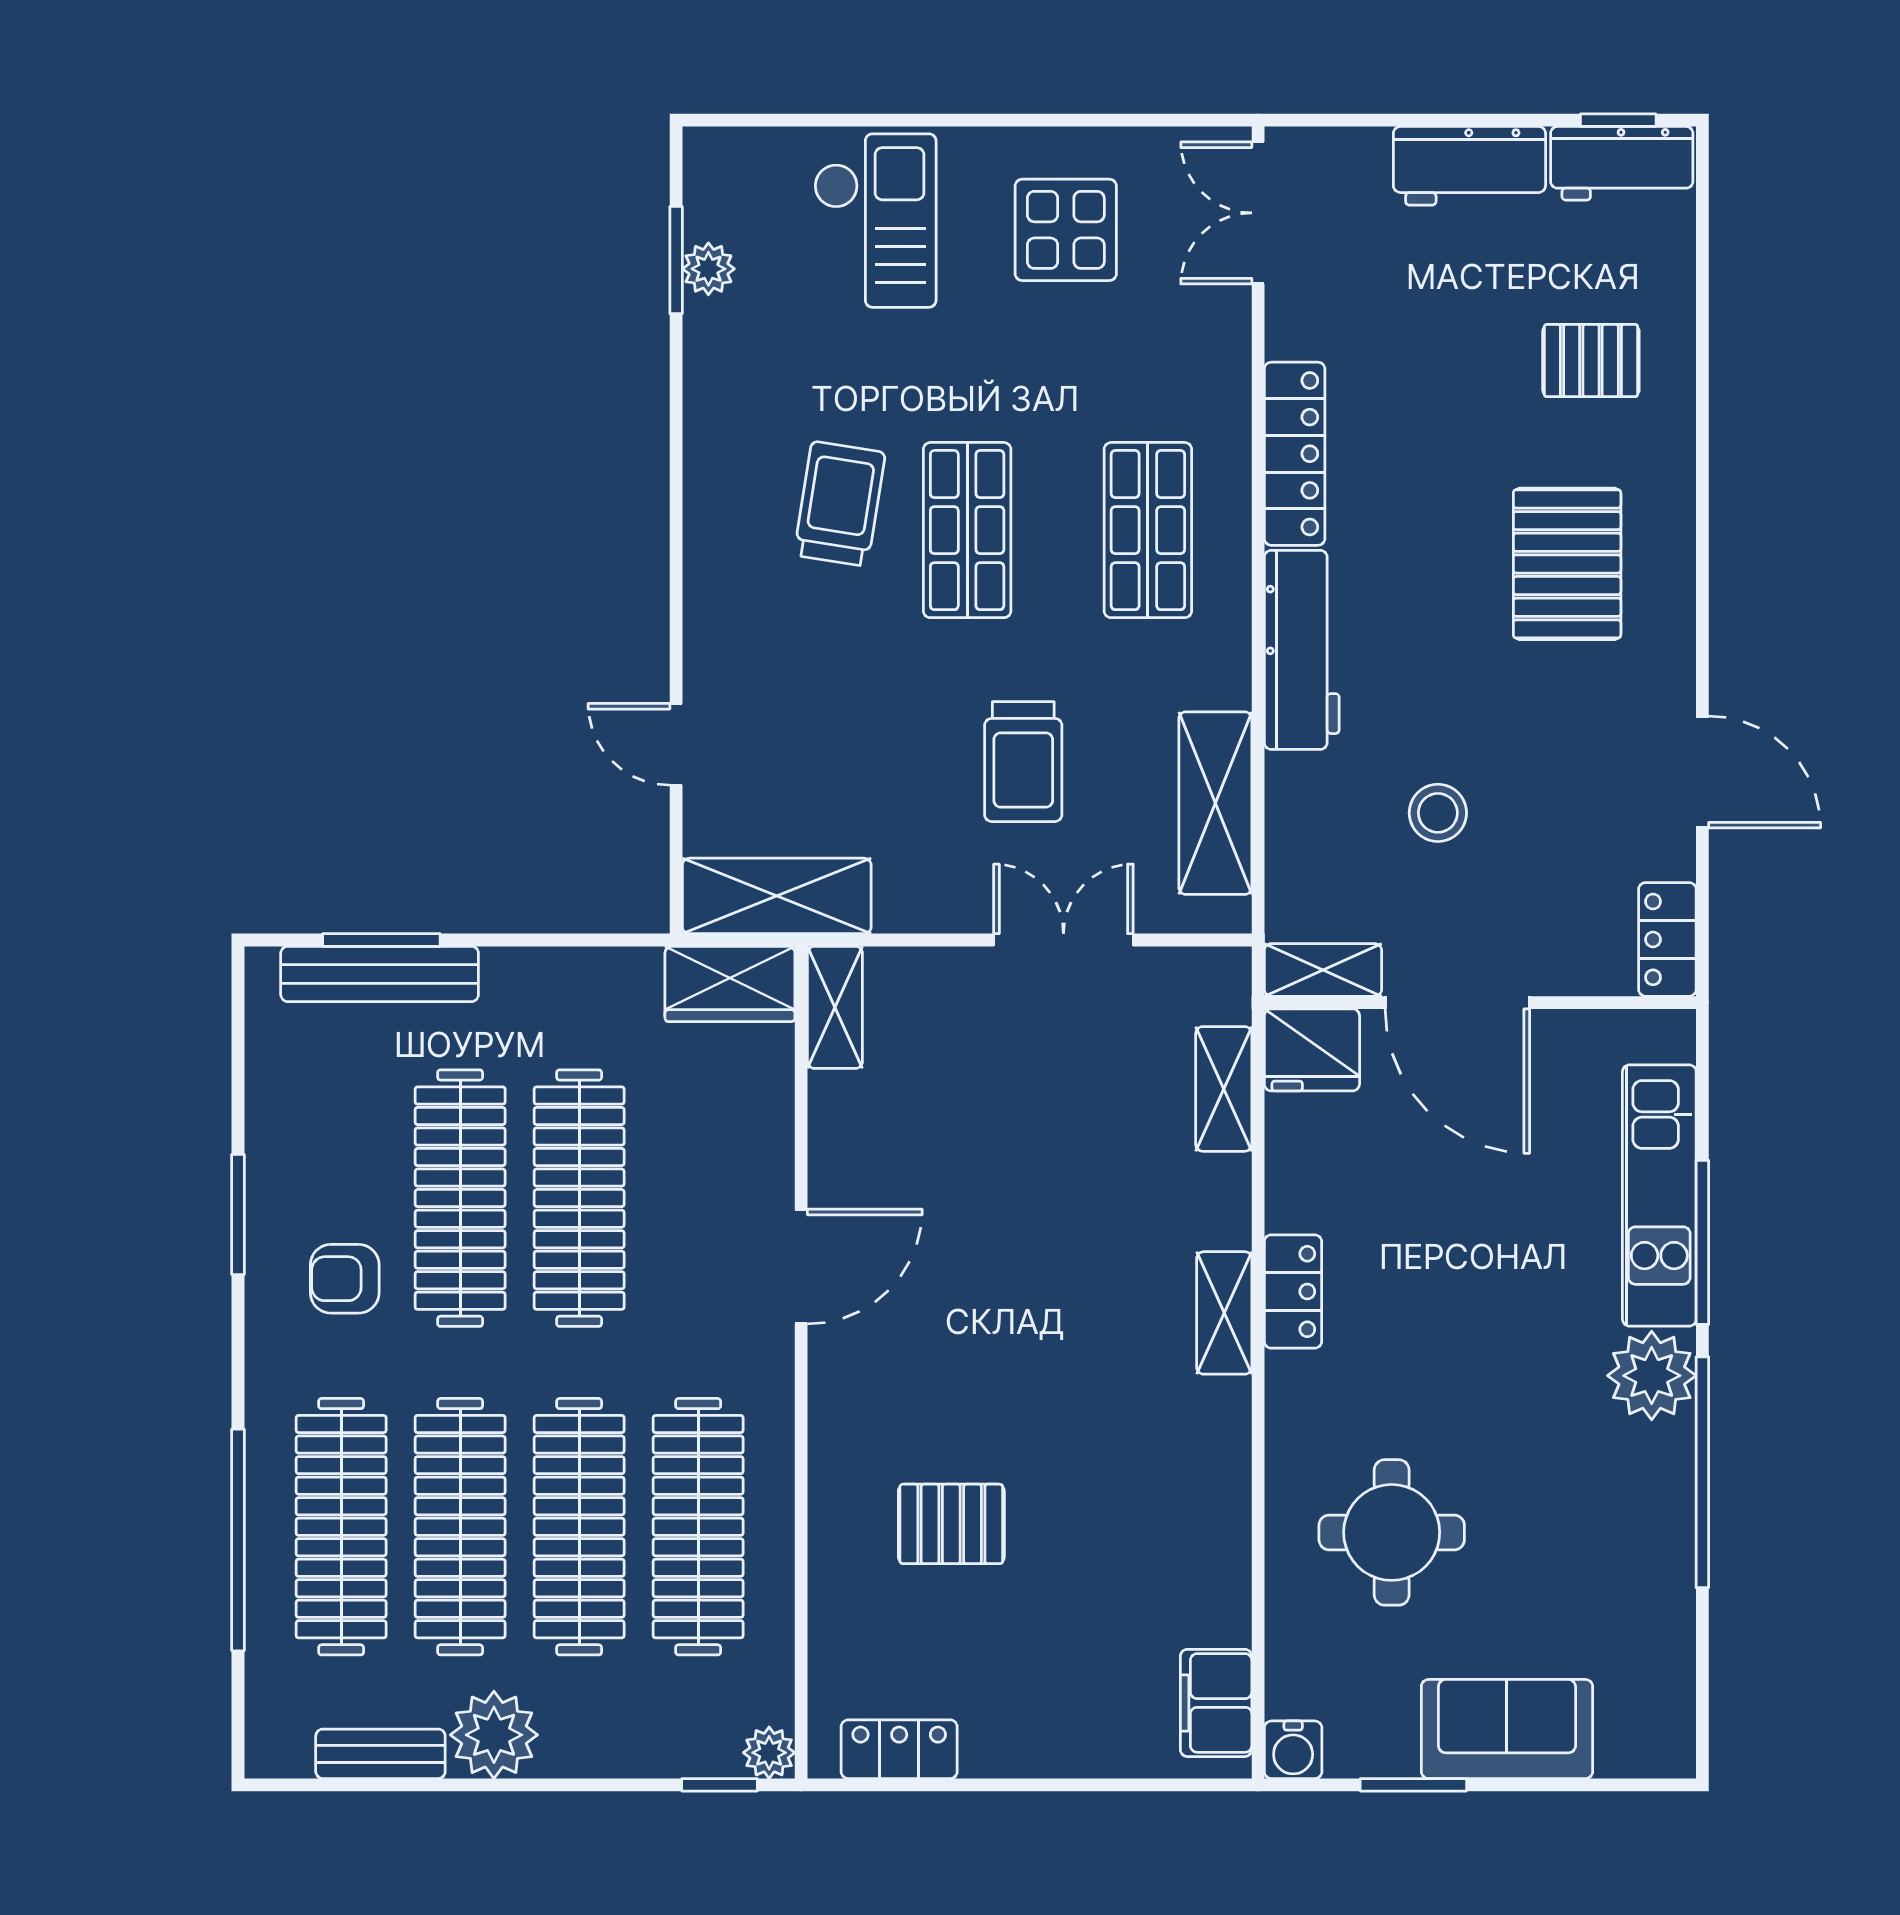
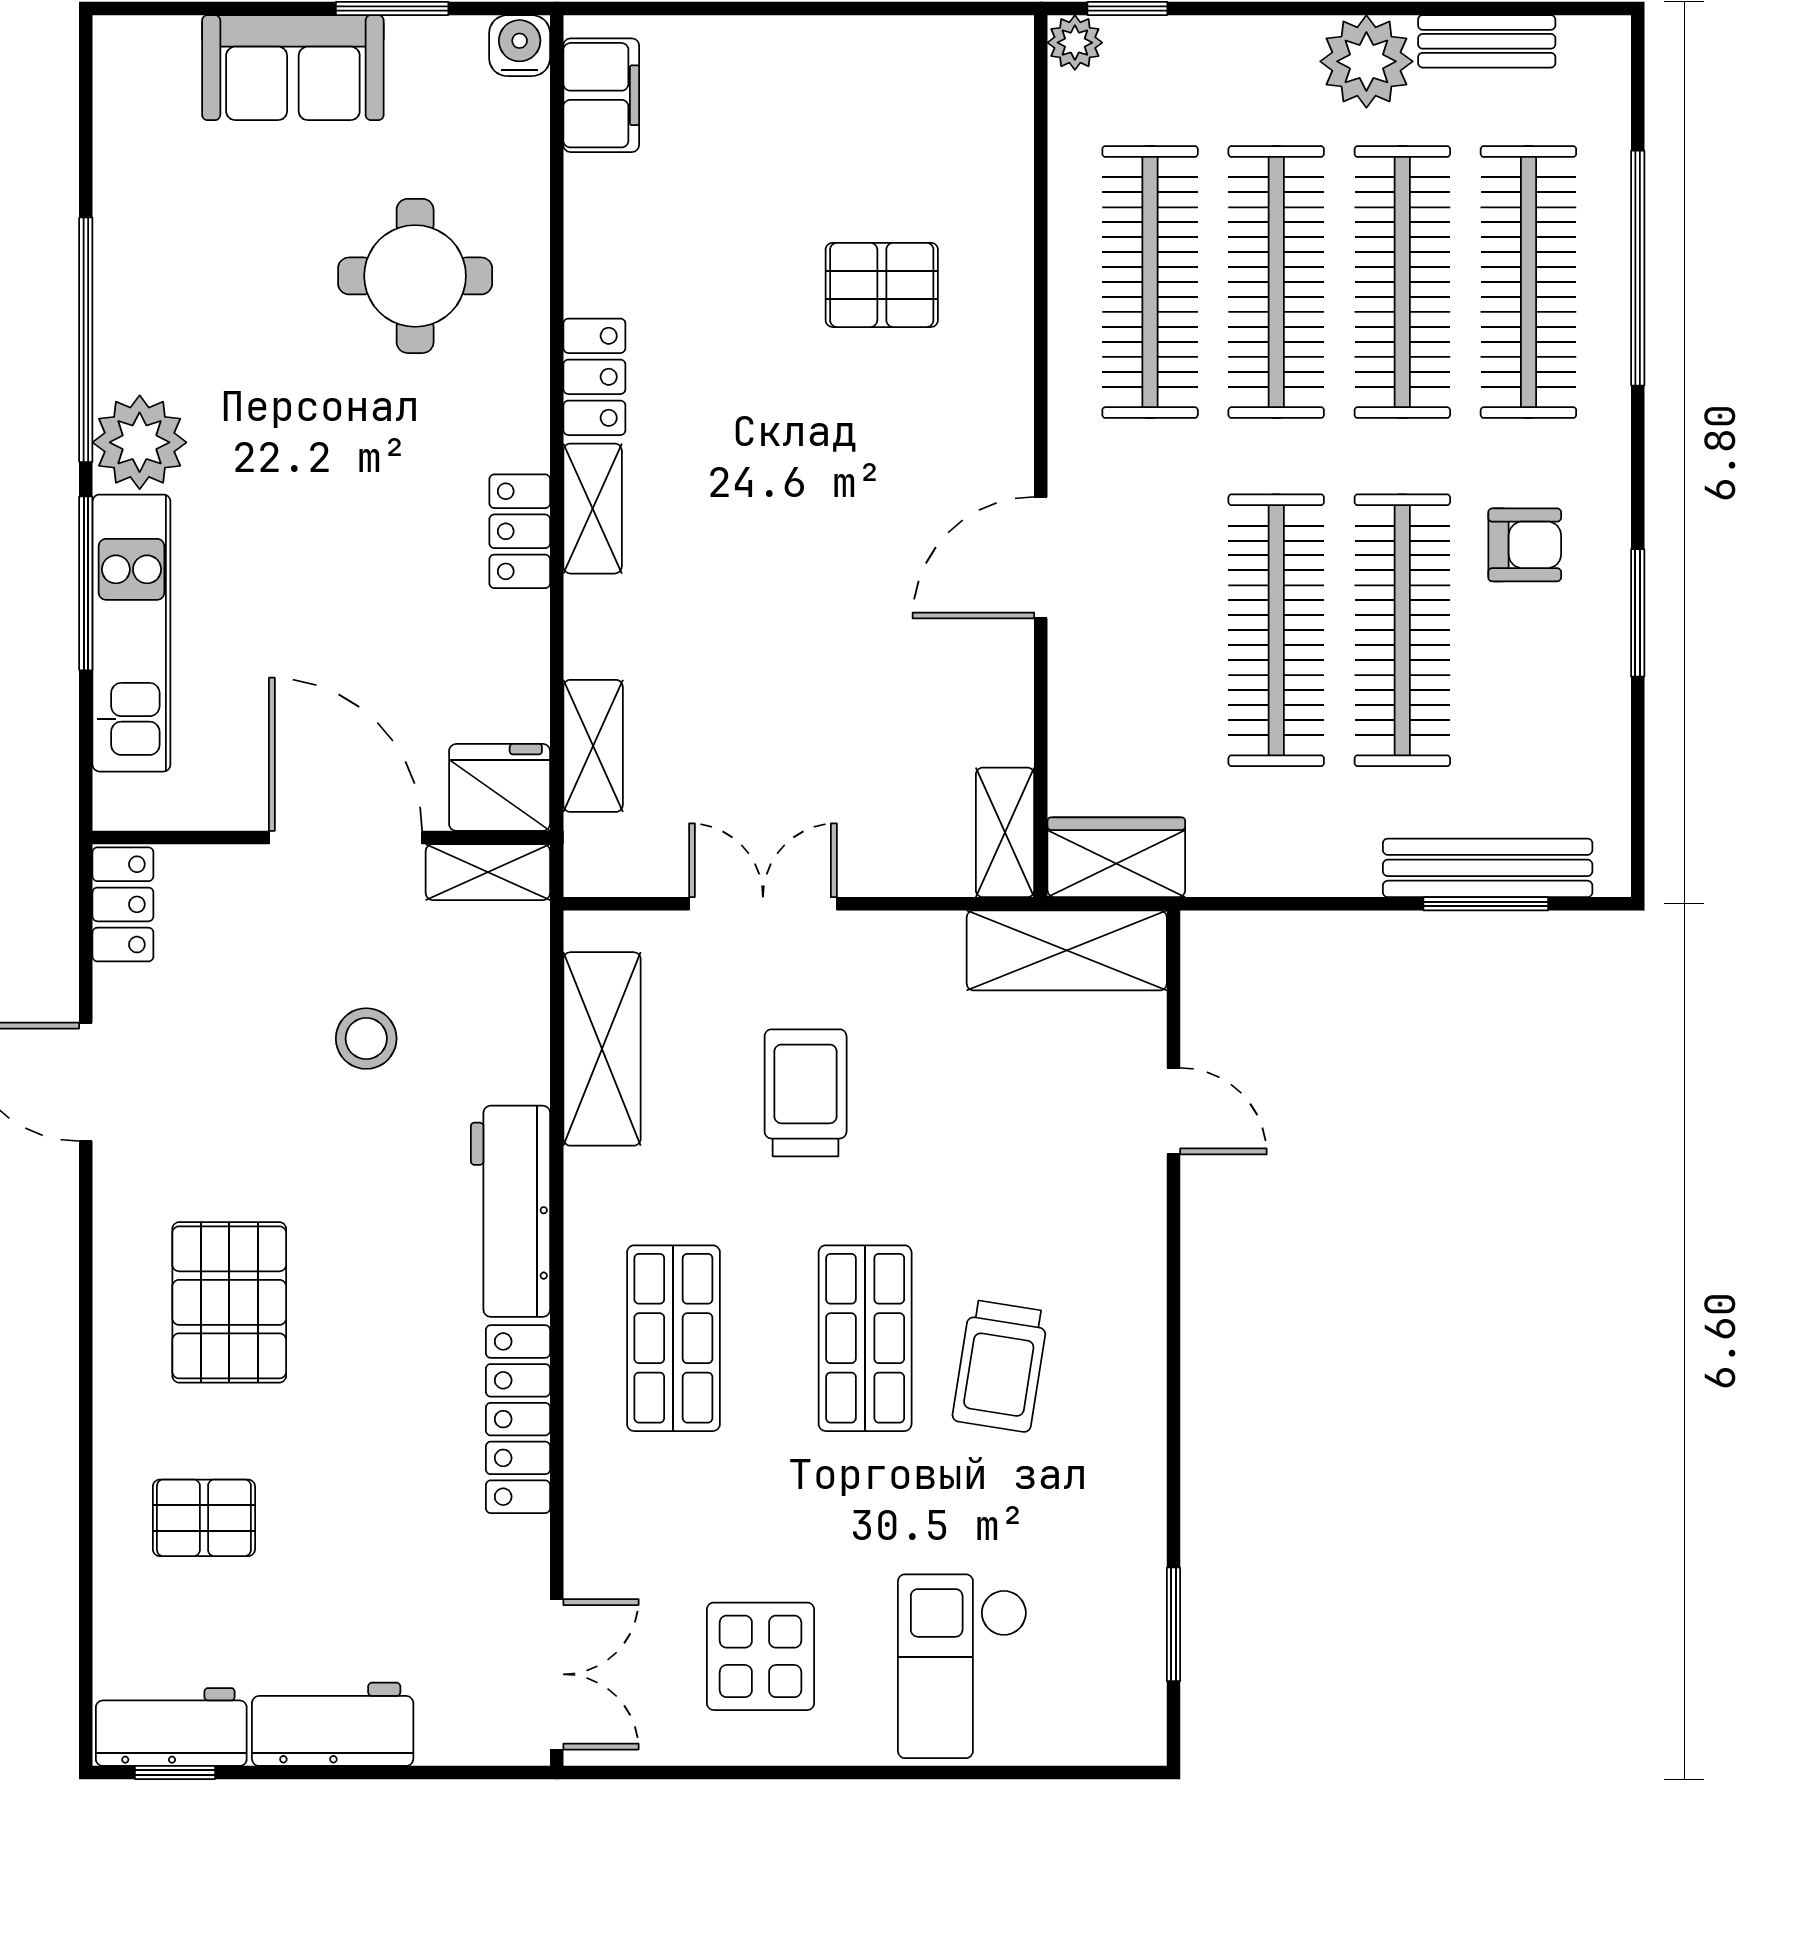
plant: (708, 269) -> (1139, 1615), removed
double door: (1063, 940) -> (763, 904), swing flipped
locker: (899, 1749) -> (594, 377), moved, turned -90

